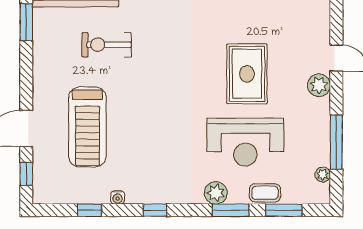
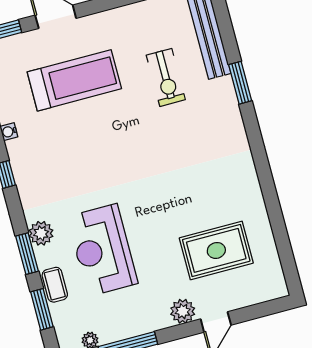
exercise bike: (107, 45) -> (166, 77), turned 180
rug: (247, 74) -> (216, 250), moved
treadmill: (87, 127) -> (74, 80), turned 180

